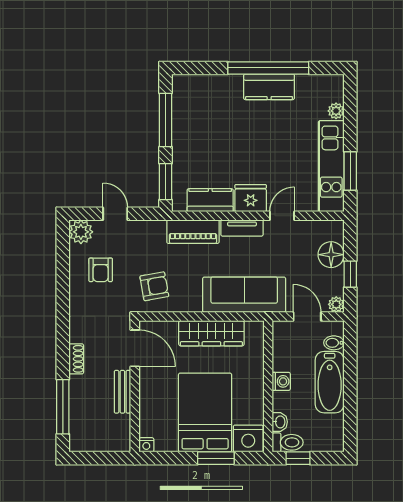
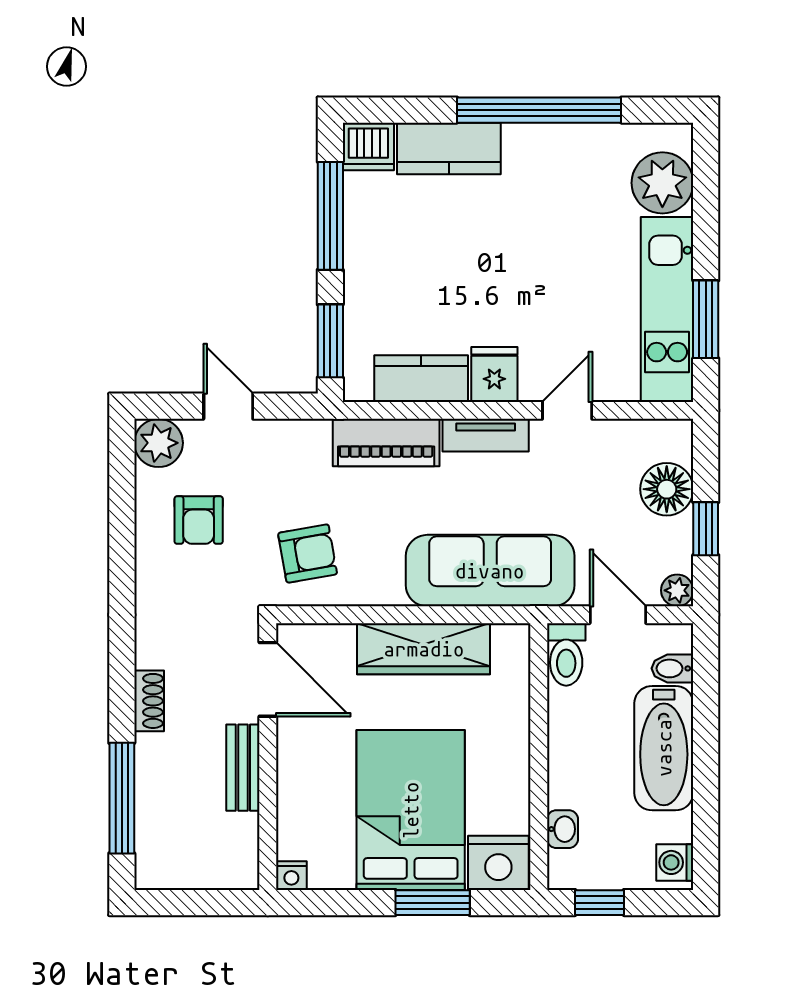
dishwasher: (184, 86) -> (368, 147), added
kitchen counter: (269, 87) -> (449, 148), moved
plant: (336, 111) -> (662, 183), width x1.87, depth x1.87
fridge: (251, 198) -> (494, 374), width x0.72
washing machine: (281, 381) -> (675, 862), moved, turned 180
toilet: (288, 442) -> (566, 654), moved, turned 90

